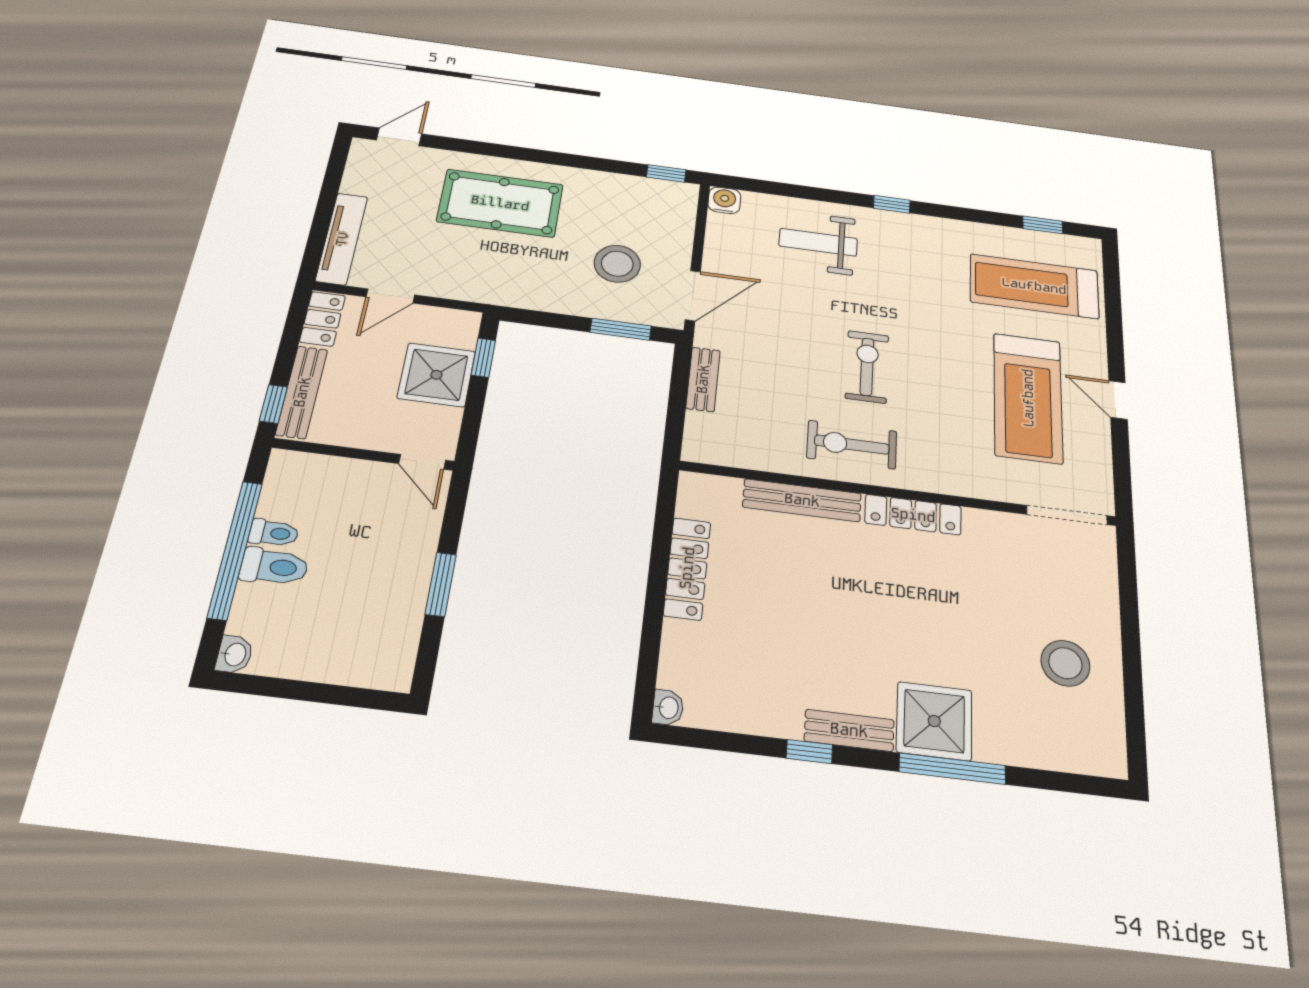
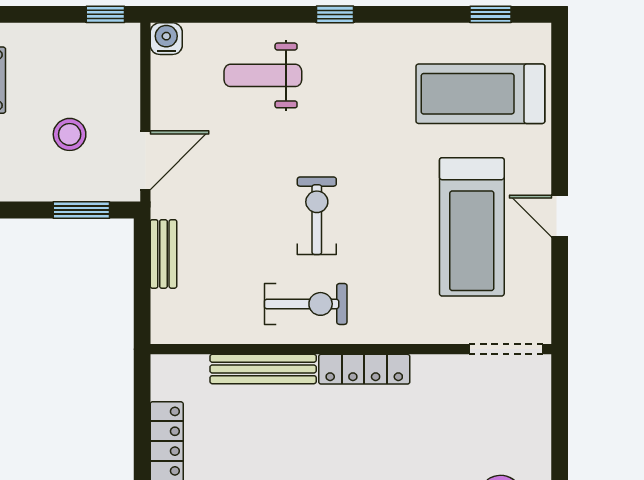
stool: (617, 264) -> (70, 134), width x0.73, depth x0.73
exercise bike: (852, 445) -> (306, 304), turned 180

